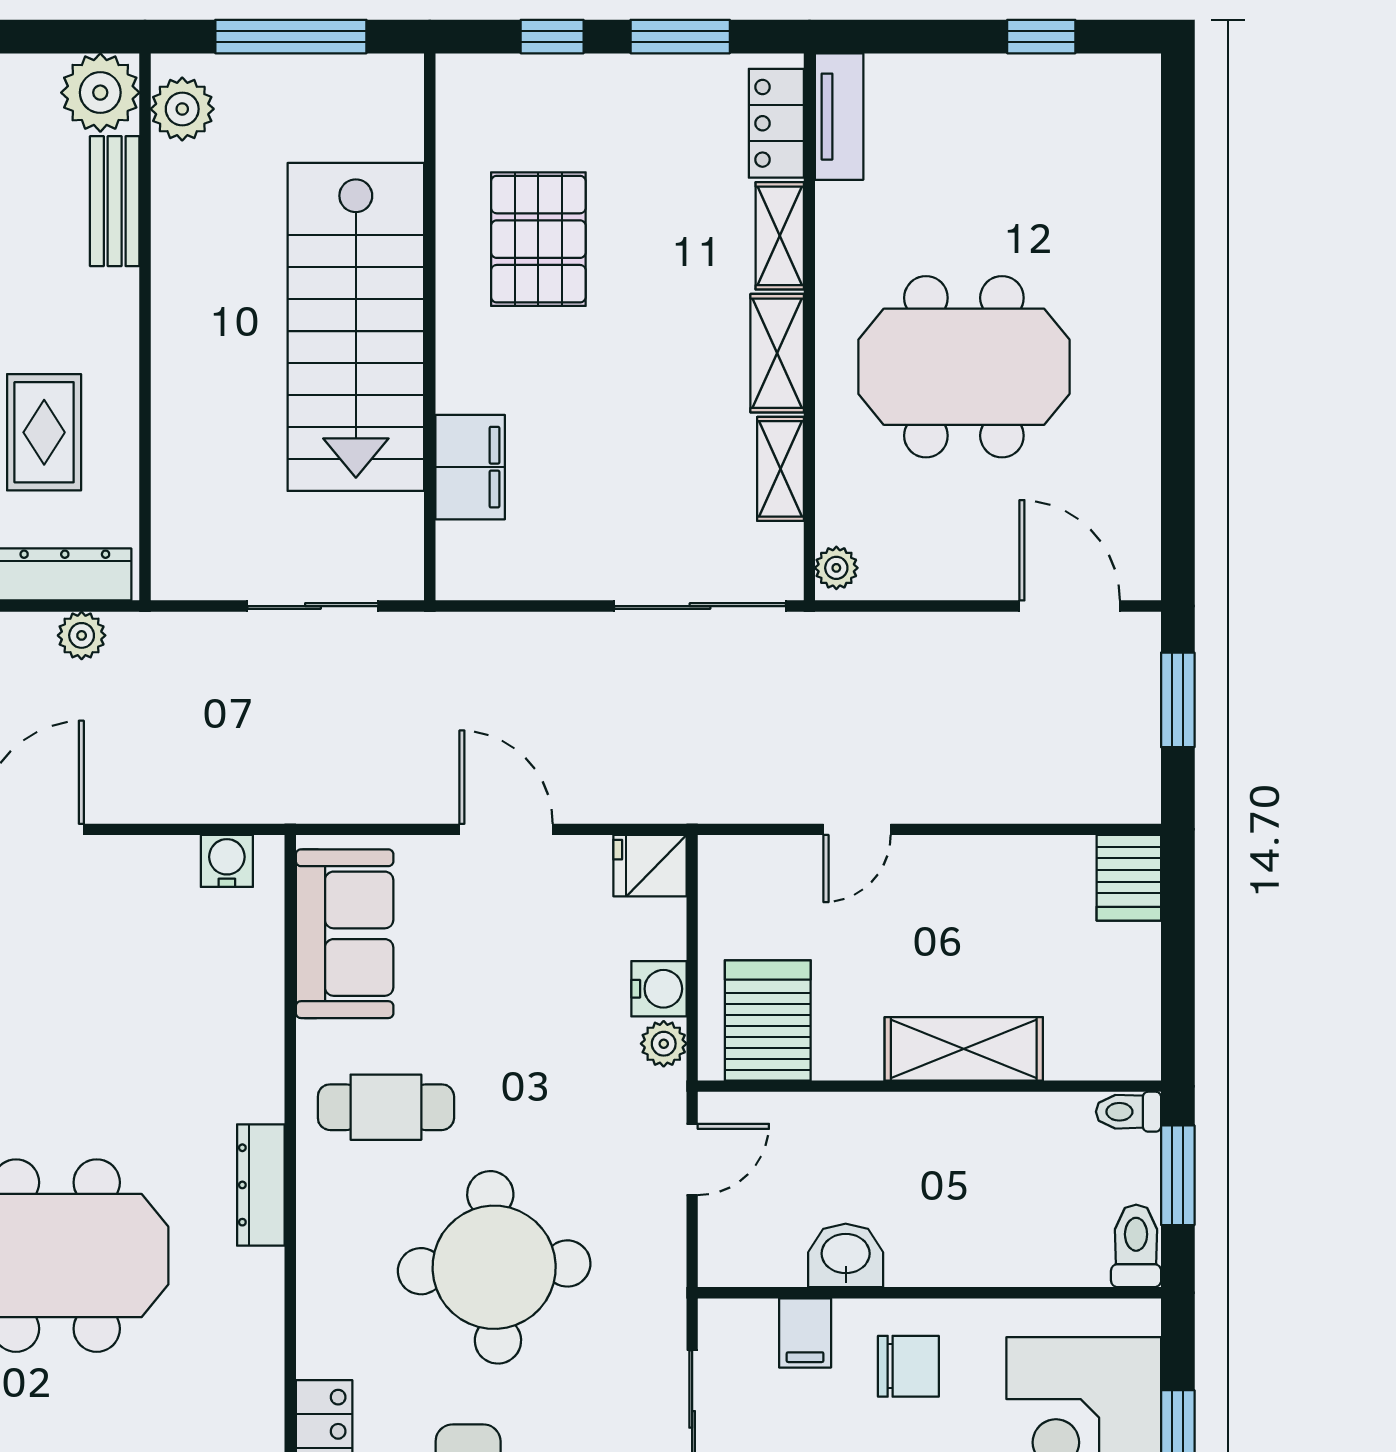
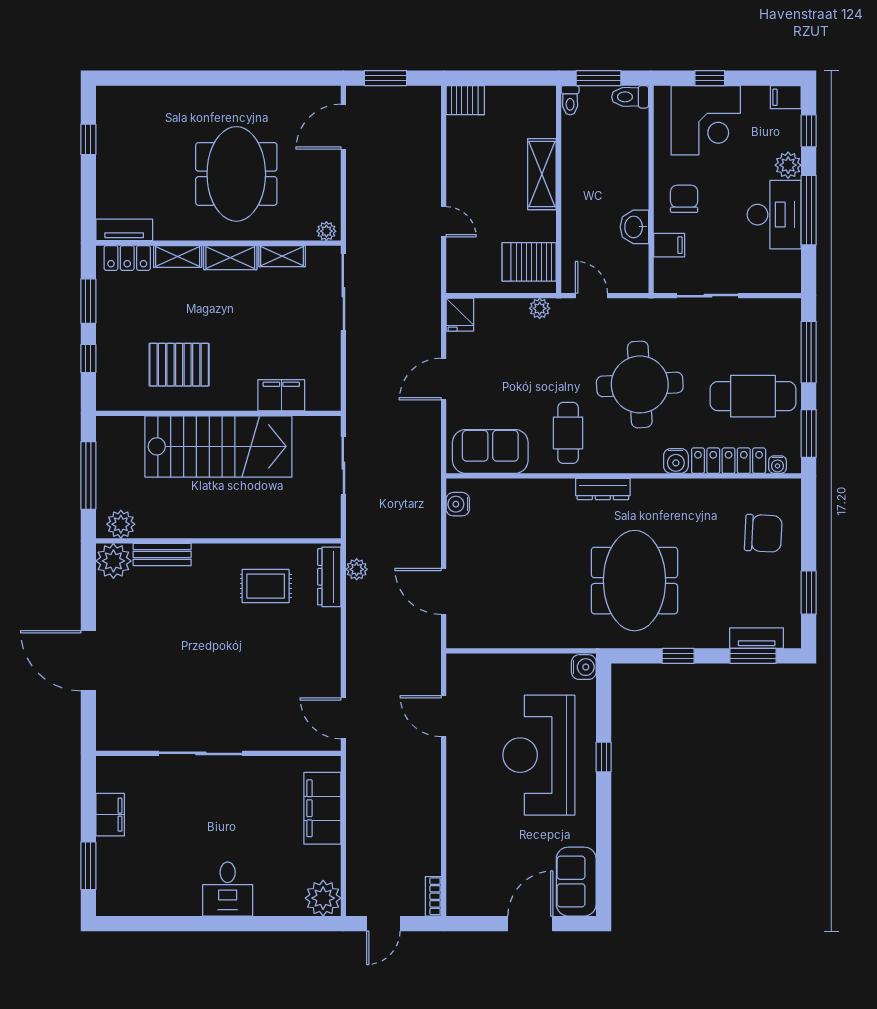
water cooler: (659, 989) -> (676, 461), moved, turned 180

